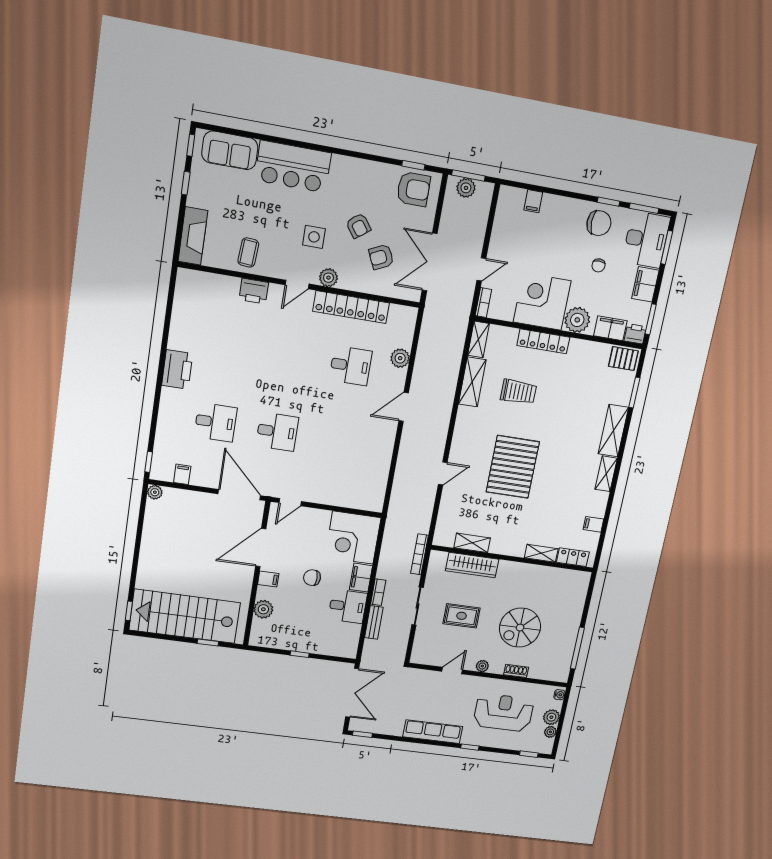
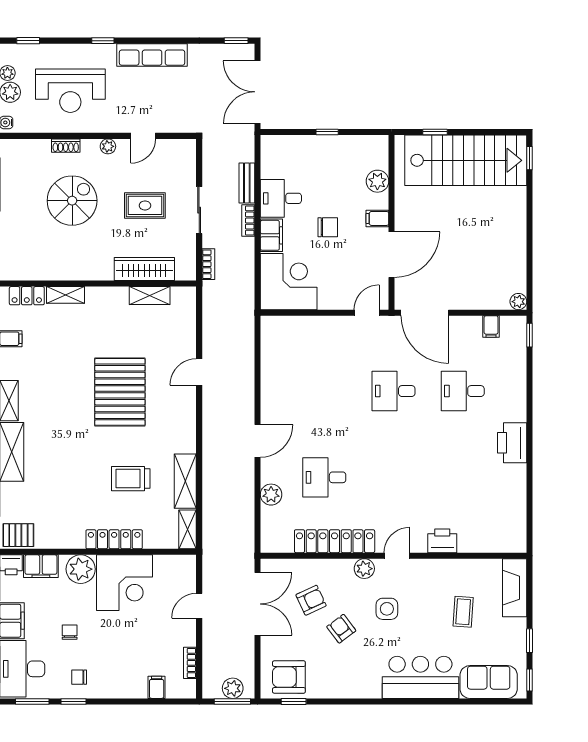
chair: (599, 223) -> (79, 677), width x0.54, depth x0.54
coffee table: (248, 252) -> (463, 612), moved
bookcase: (483, 303) -> (190, 663), moved
bookcase: (420, 554) -> (208, 264), width x0.64

